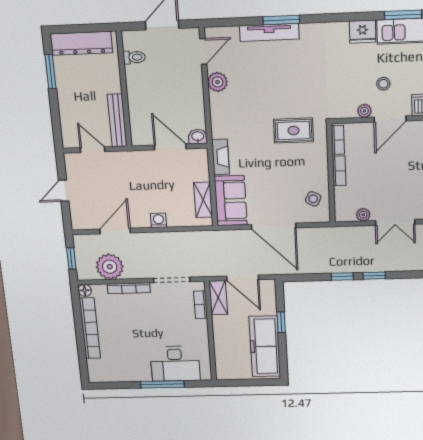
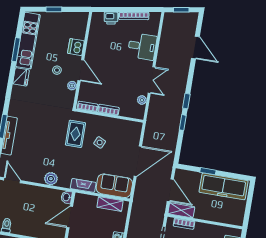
plant: (218, 82) -> (51, 179), moved
side table: (313, 199) -> (100, 142), moved
door: (243, 278) -> (170, 190), hinge flipped

